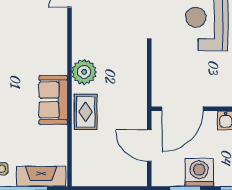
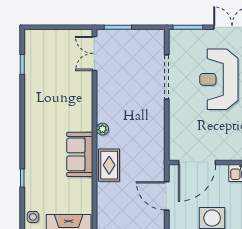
plant: (84, 72) -> (102, 129), width x0.53, depth x0.53

